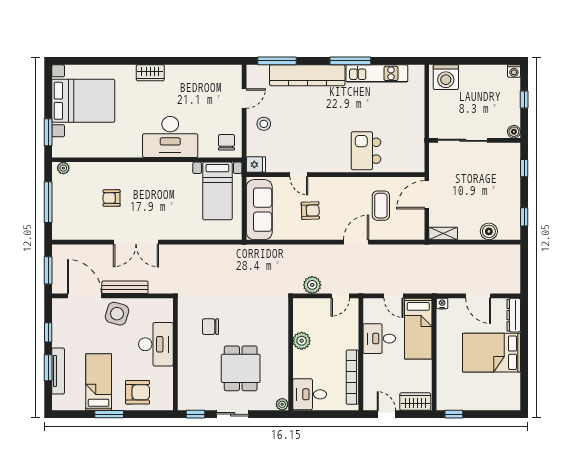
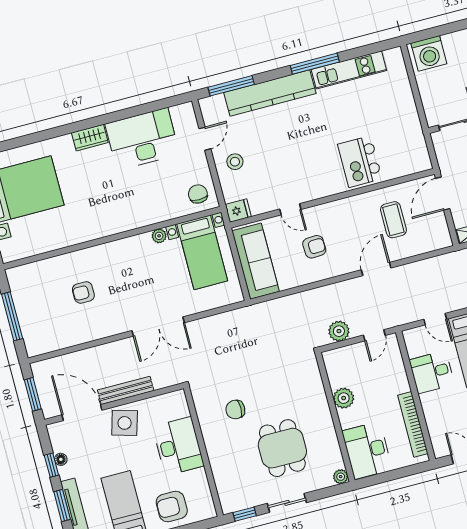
desk: (170, 137) -> (142, 139), moved, turned 180
plant: (63, 168) -> (159, 236), moved
double door: (136, 242) -> (158, 327), moved
floor lamp: (57, 330) -> (61, 459), added
armchair: (138, 392) -> (172, 507), turned 180
desk: (310, 394) -> (367, 450), width x1.37

